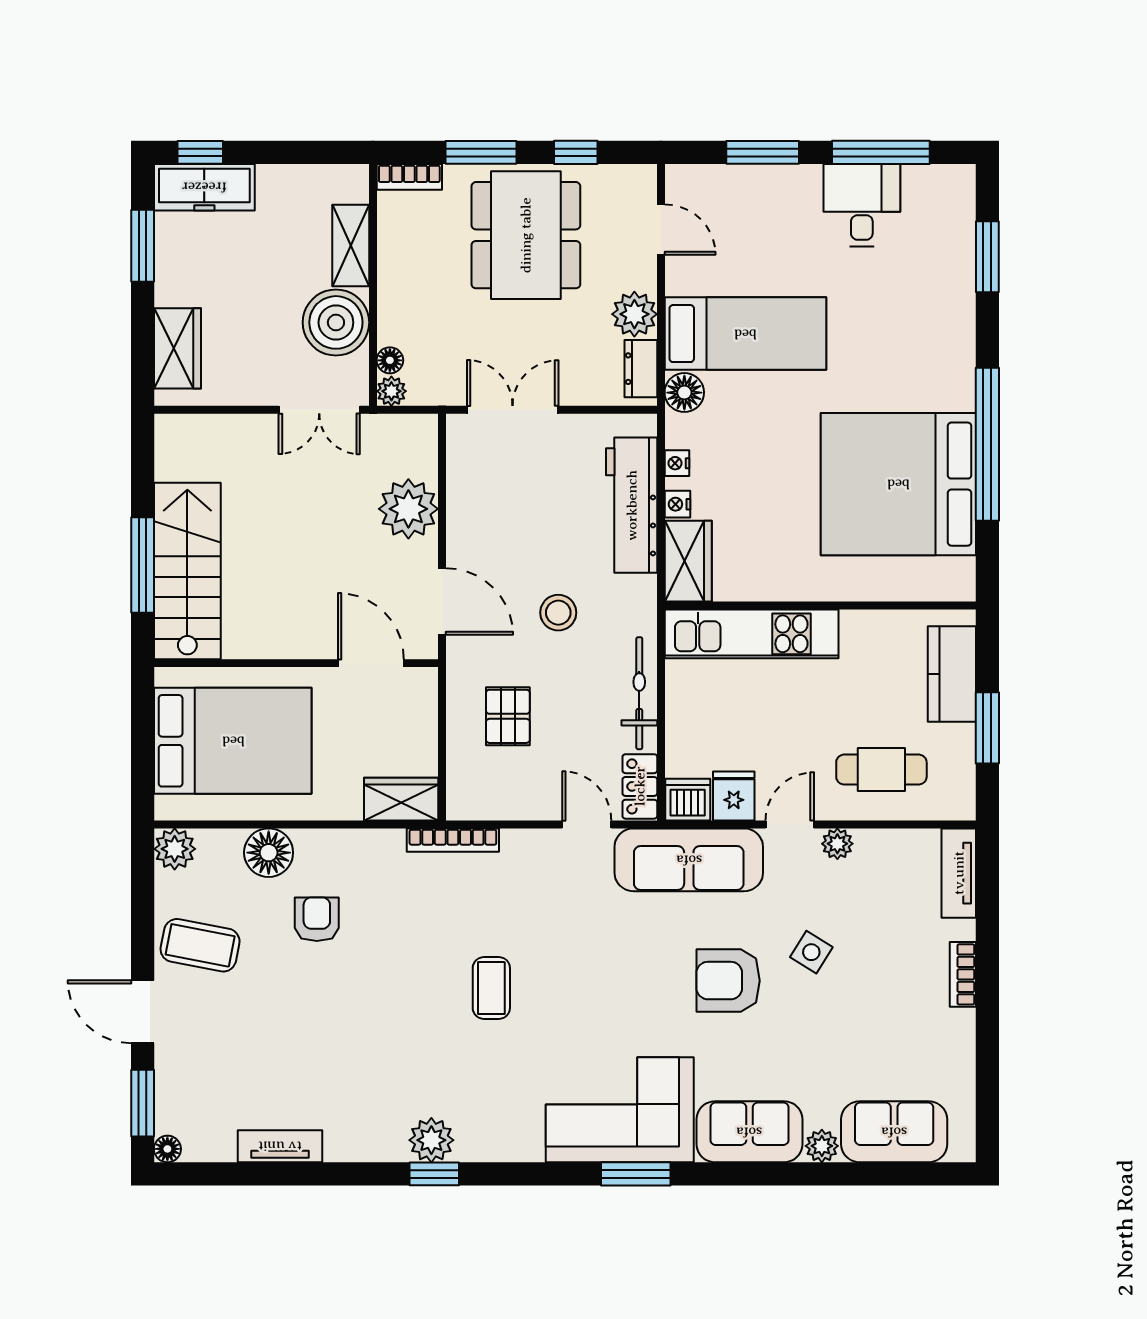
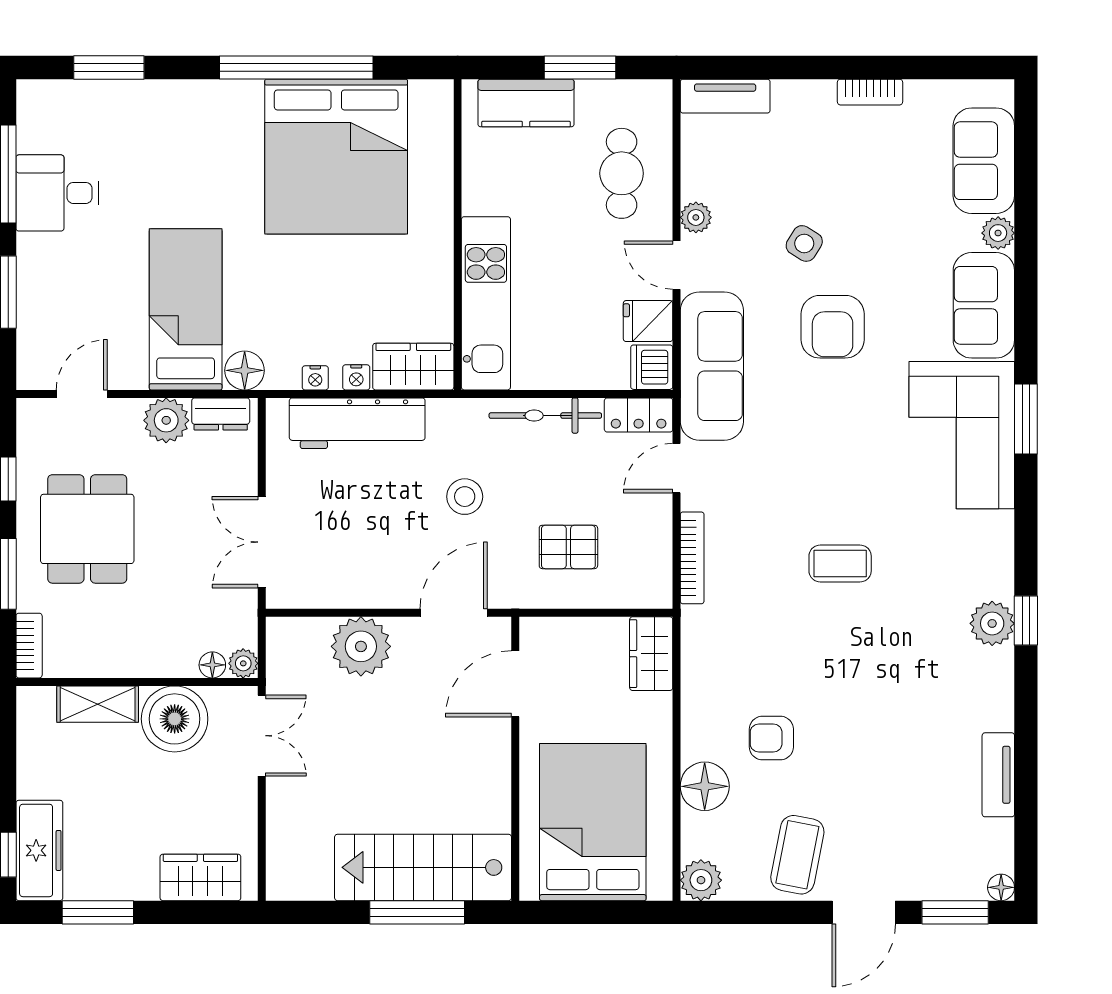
dining table: (526, 235) -> (87, 529), width x0.73
bookcase: (453, 840) -> (692, 558), moved
bookcase: (963, 974) -> (870, 92), moved

